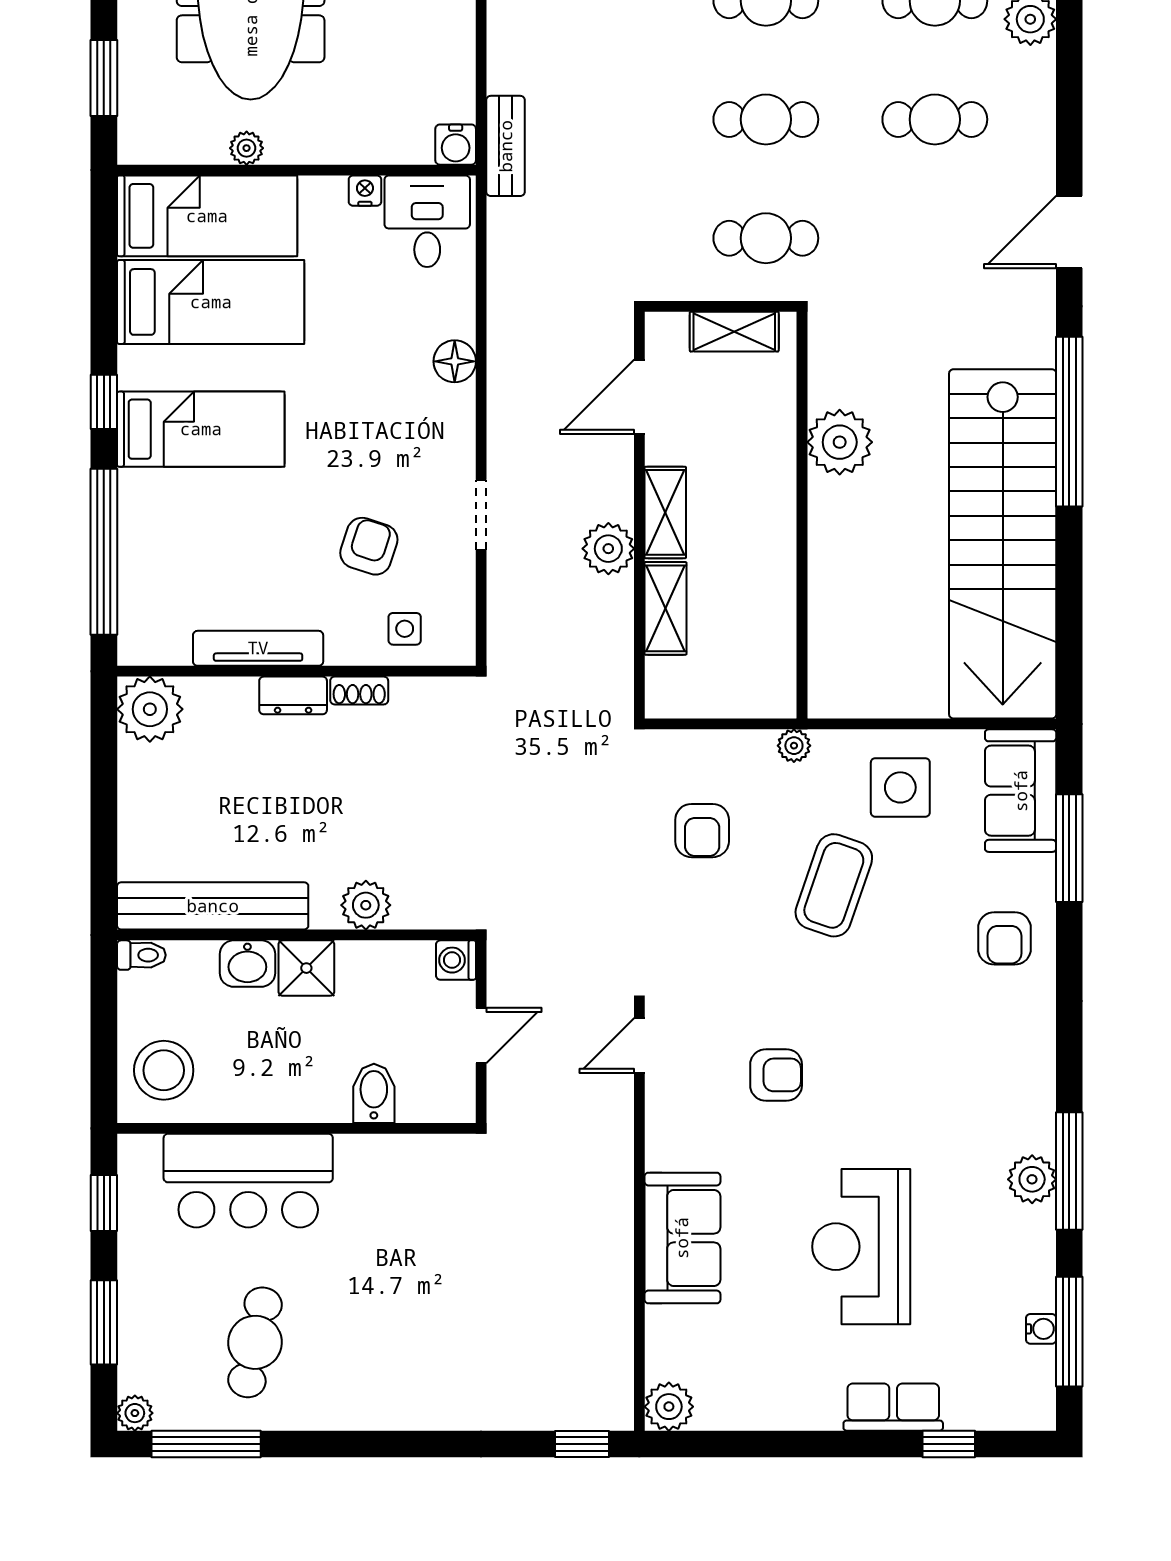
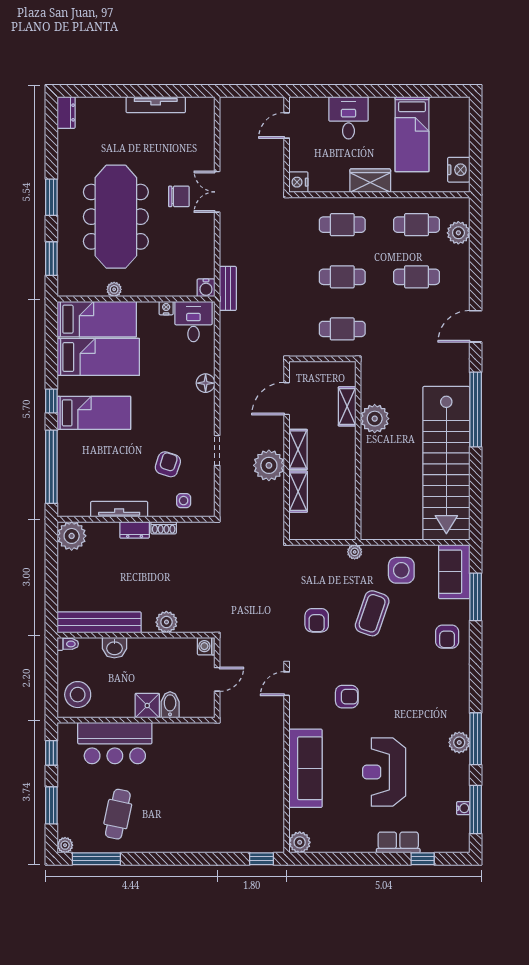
shelving: (734, 332) -> (347, 406), moved, turned 90
plant: (608, 549) -> (269, 465), width x1.36, depth x1.36
armchair: (702, 831) -> (317, 620), moved
shower: (306, 968) -> (147, 706), moved
sofa: (682, 1238) -> (306, 768), width x1.36

